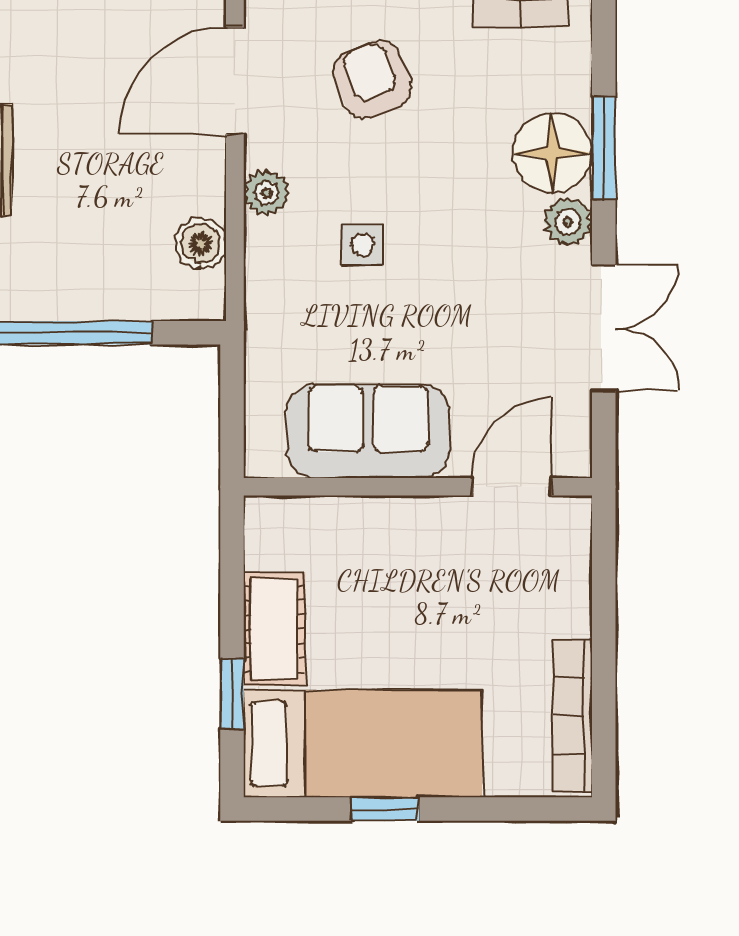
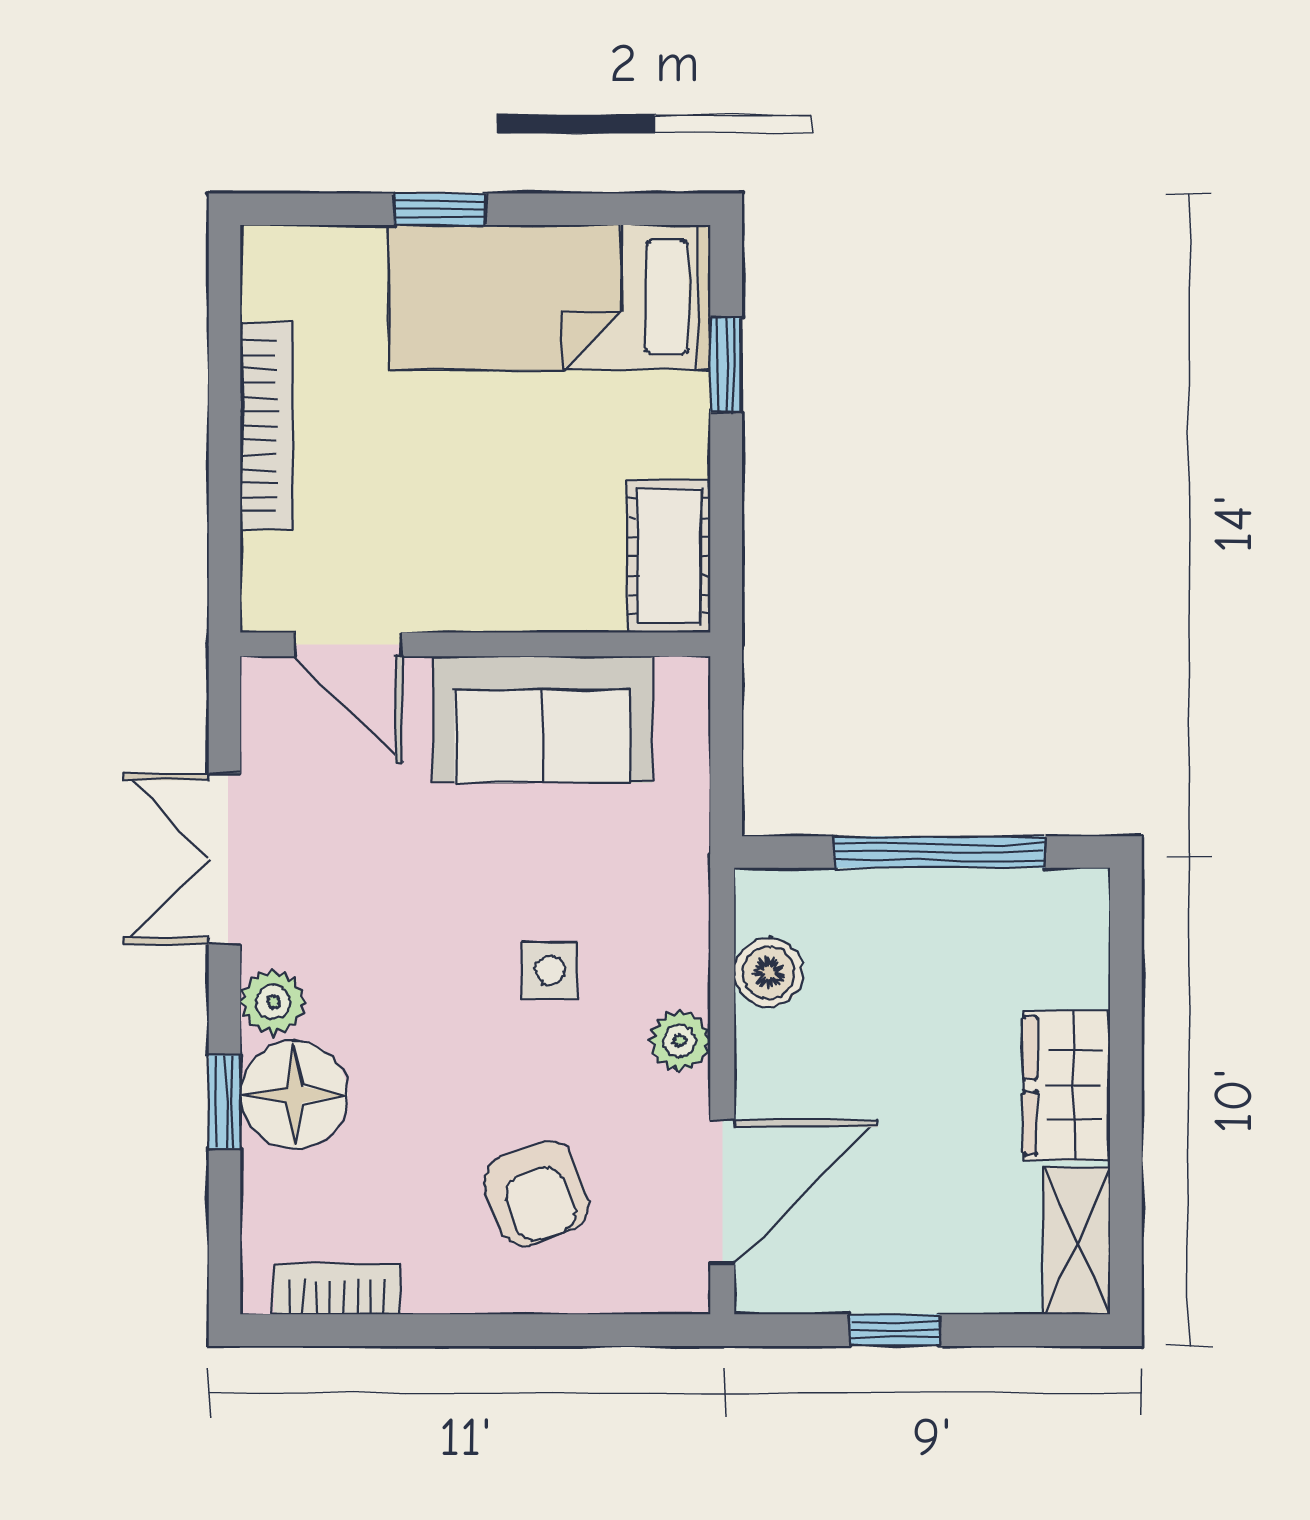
window: (604, 148) -> (225, 1102), width x0.67
door: (512, 487) -> (349, 644), hinge flipped
cot: (274, 629) -> (669, 556), moved
bookcase: (572, 716) -> (267, 426), moved
window: (385, 809) -> (439, 209), moved

